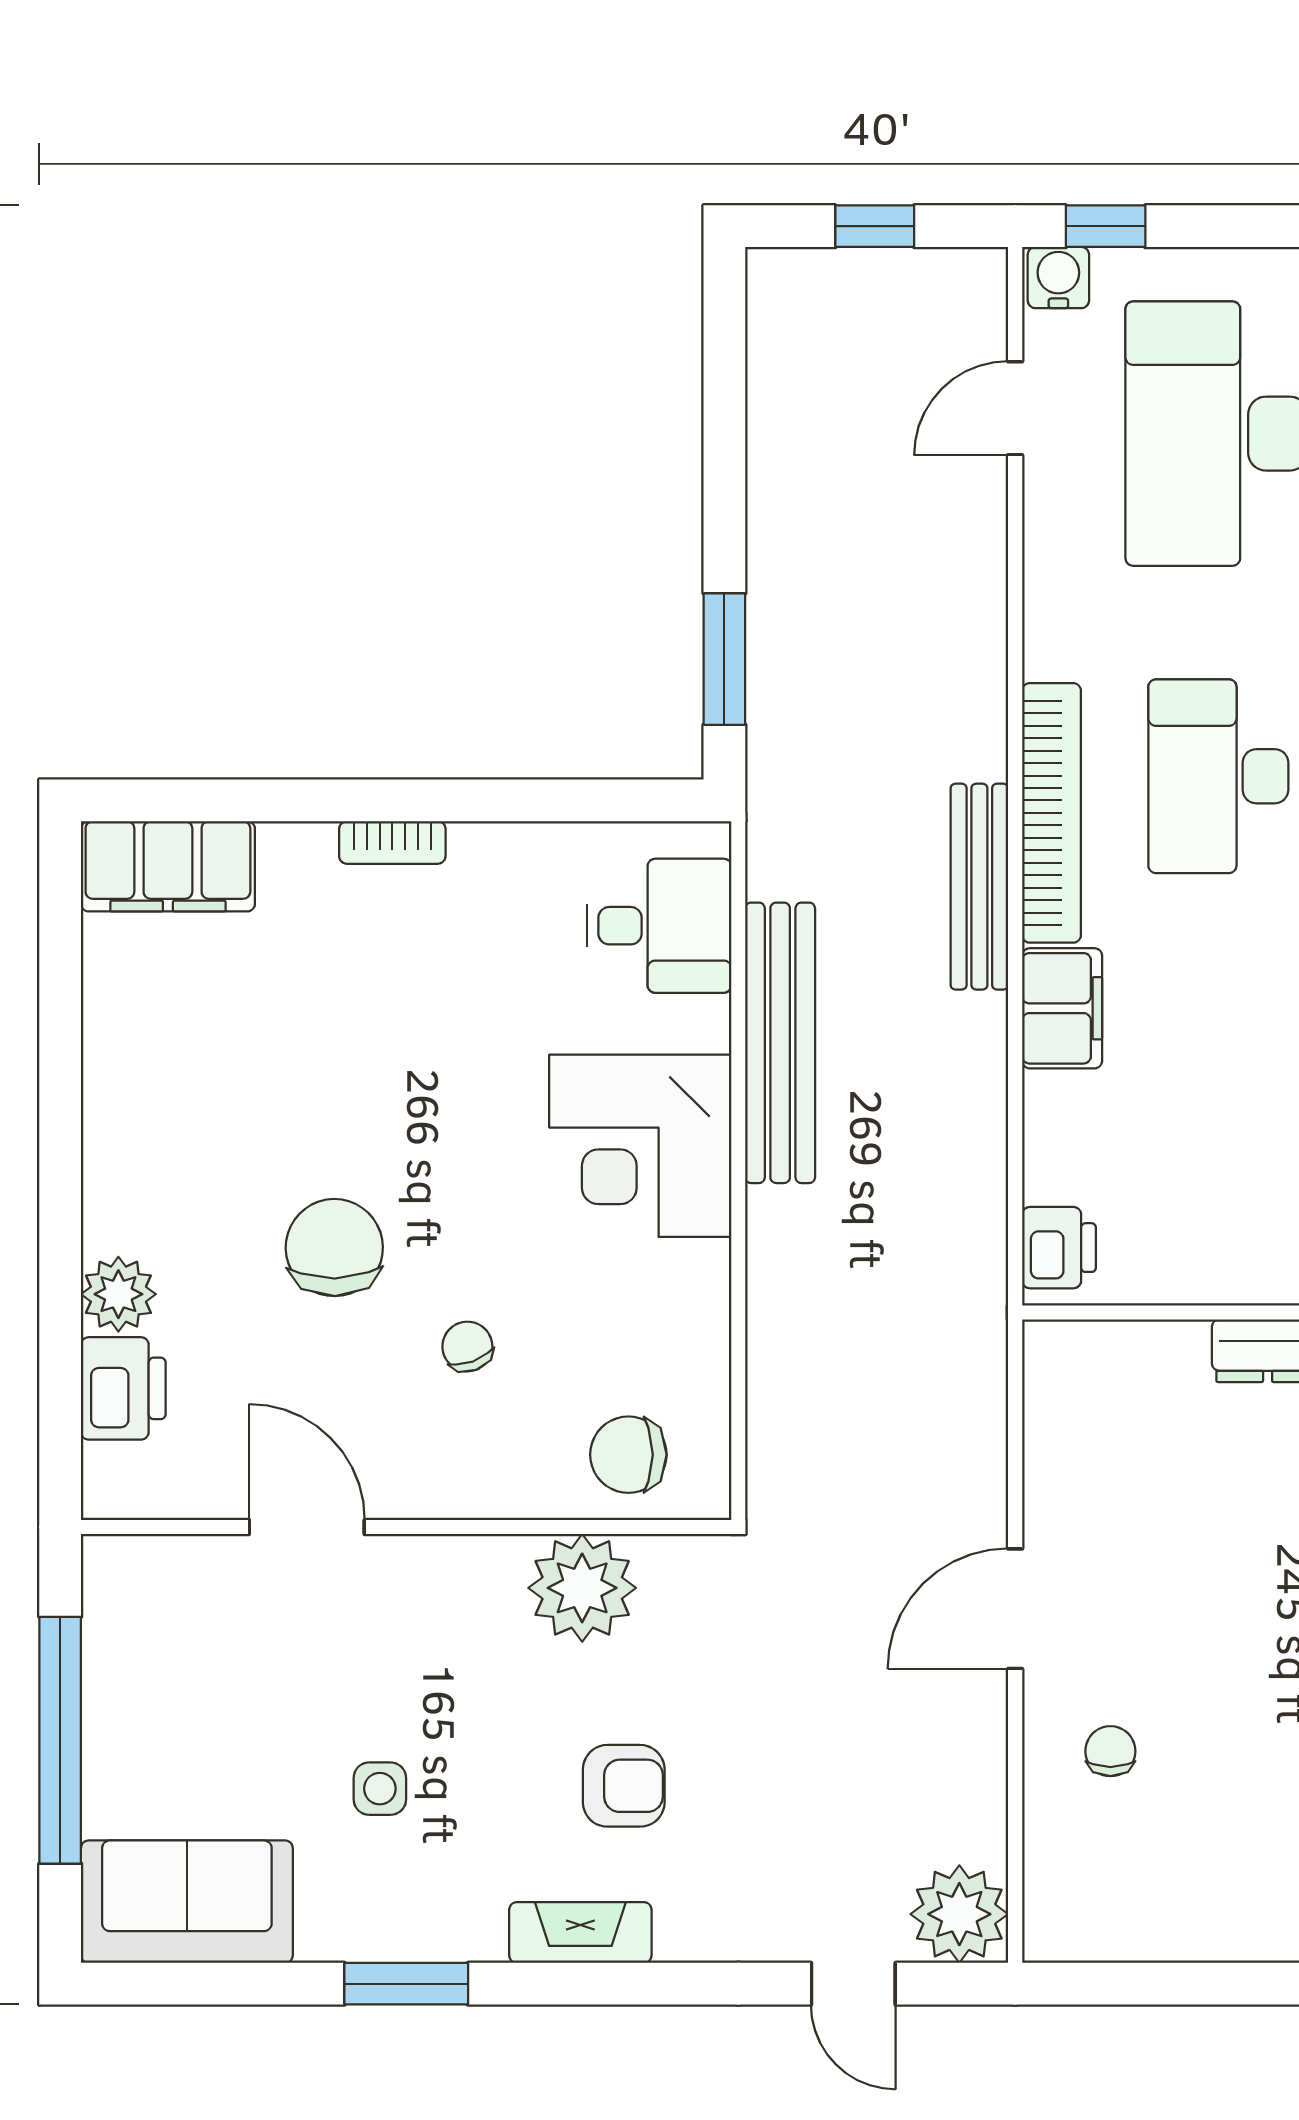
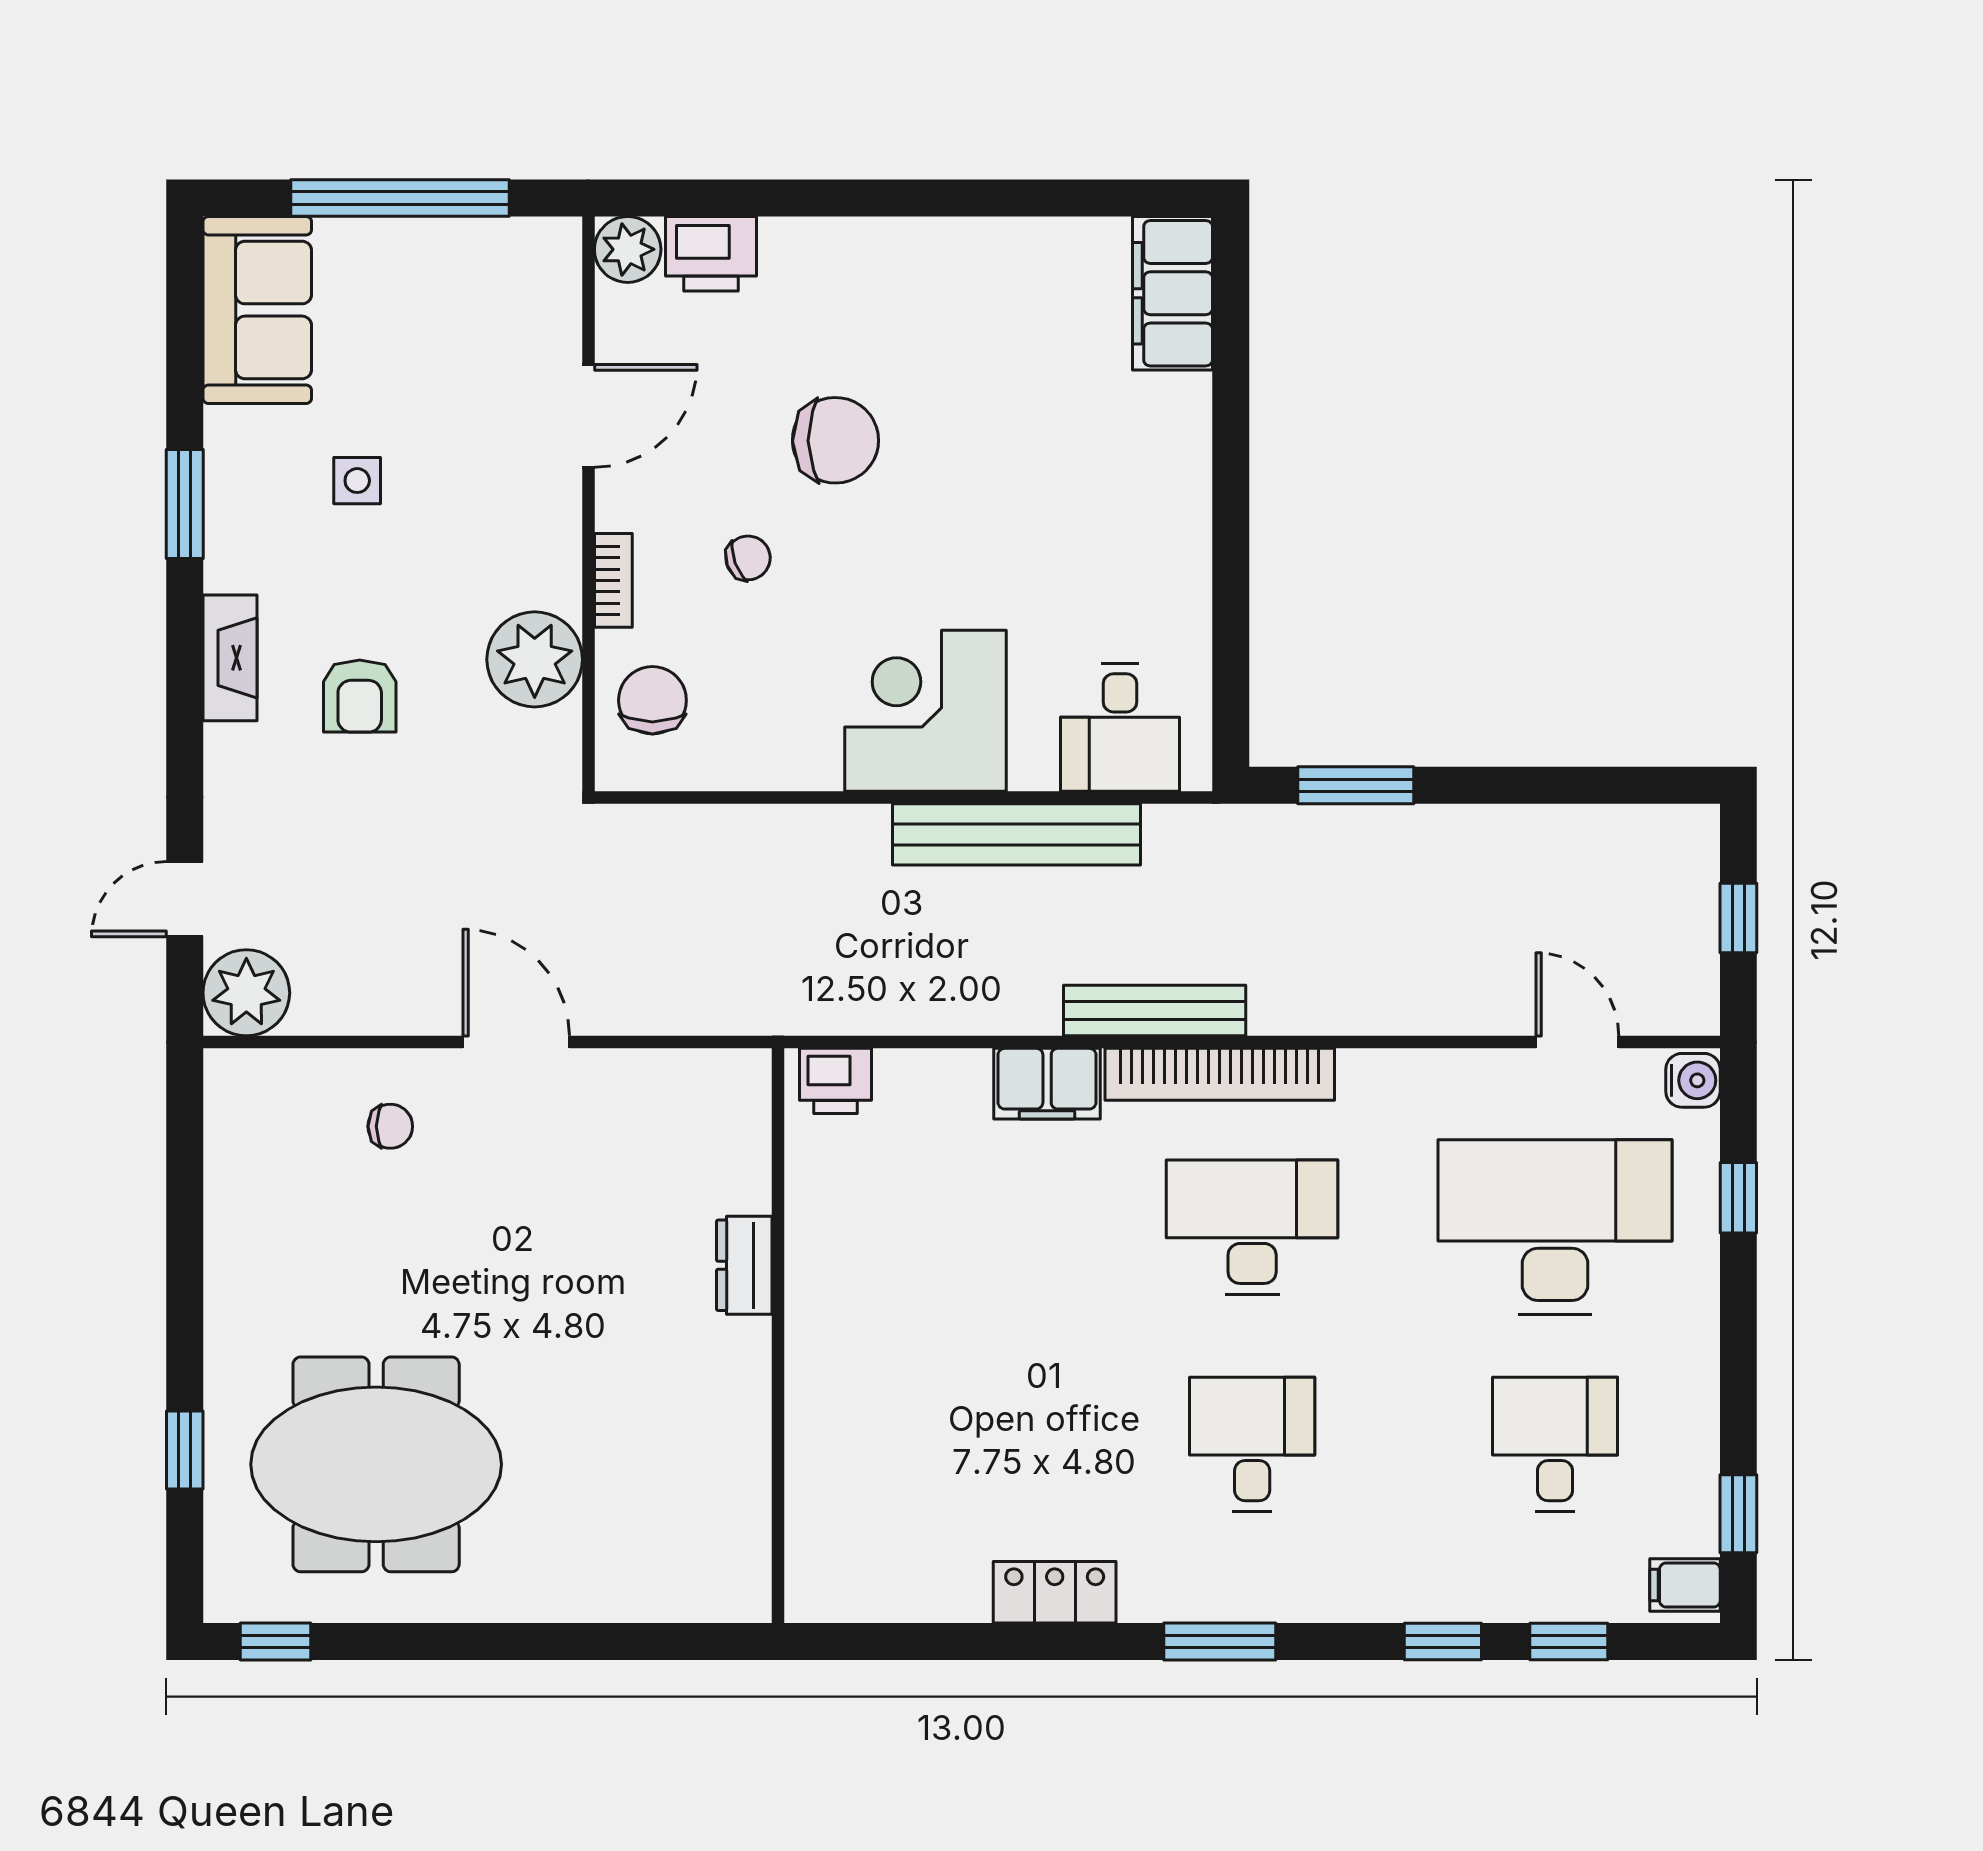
window: (1106, 226) -> (1738, 1198), moved
bookcase: (392, 843) -> (613, 580), moved, turned 180
plant: (118, 1294) -> (628, 249), moved

